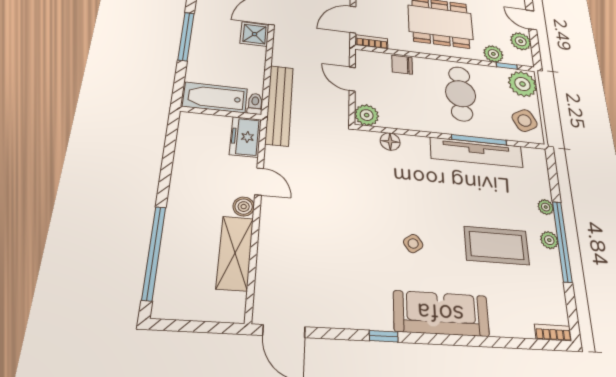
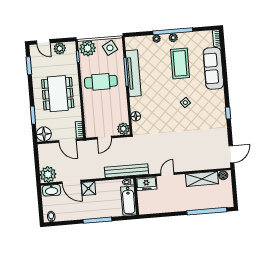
door: (531, 20) -> (43, 42), hinge flipped
plant: (493, 54) -> (72, 64), removed
chair: (402, 65) -> (90, 113), removed
boiler: (244, 207) -> (223, 175), moved
sofa: (441, 313) -> (213, 68), moved

